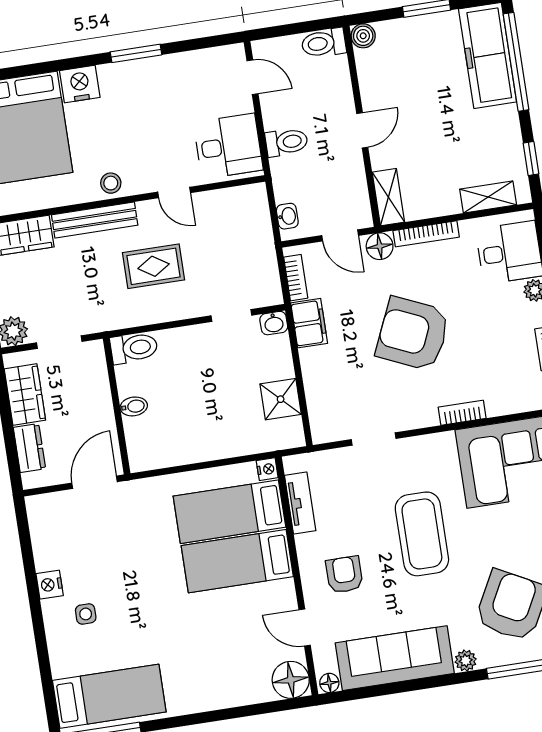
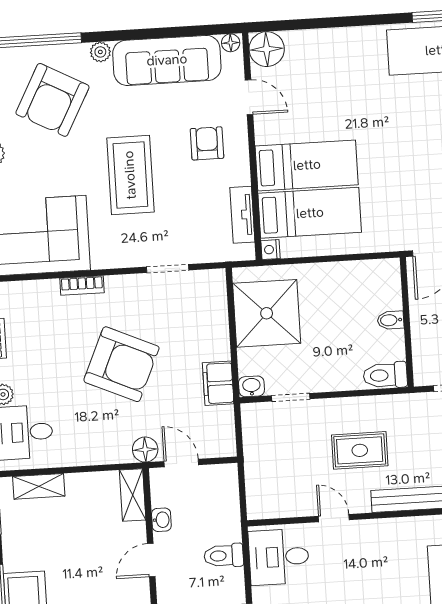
stool: (111, 183) -> (393, 532), removed
washbasin: (287, 216) -> (161, 520), moved, turned 180
bookcase: (426, 234) -> (100, 457), removed
bookcase: (296, 278) -> (227, 427), removed
shower: (281, 399) -> (267, 313), width x1.86, depth x1.86
armchair: (344, 575) -> (207, 143), turned 180

